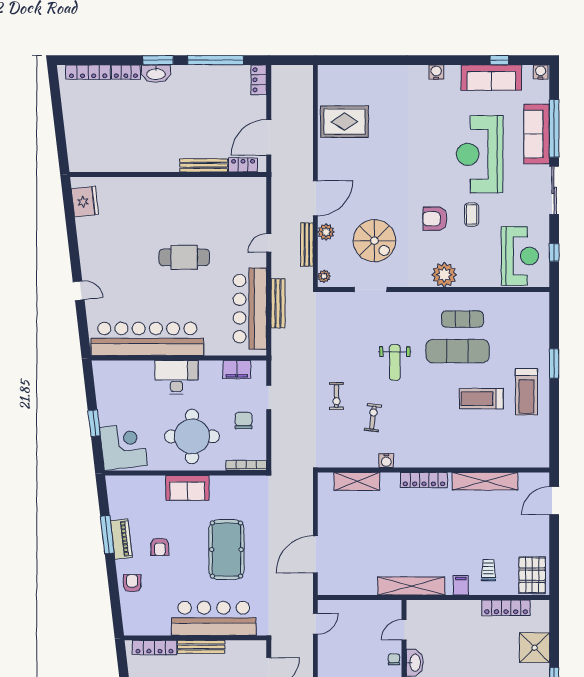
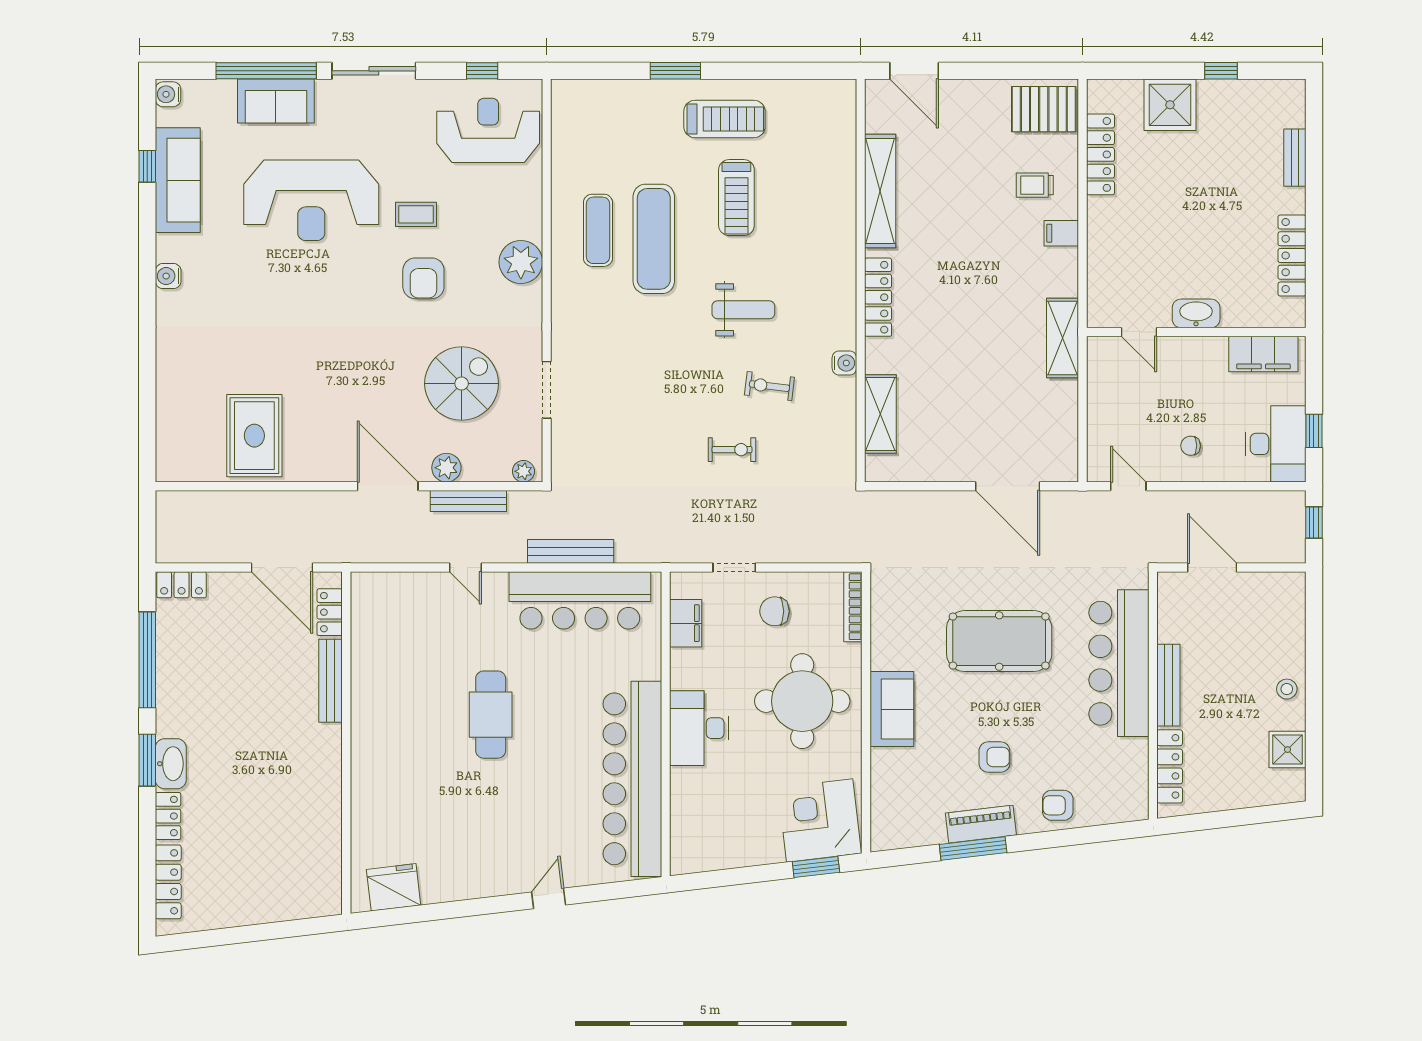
sofa: (537, 134) -> (276, 101), width x0.73
weight bench: (395, 362) -> (743, 310), moved
window: (94, 423) -> (816, 867), moved
shelving: (411, 586) -> (1063, 338), width x0.68
chair: (394, 659) -> (1191, 446), moved

